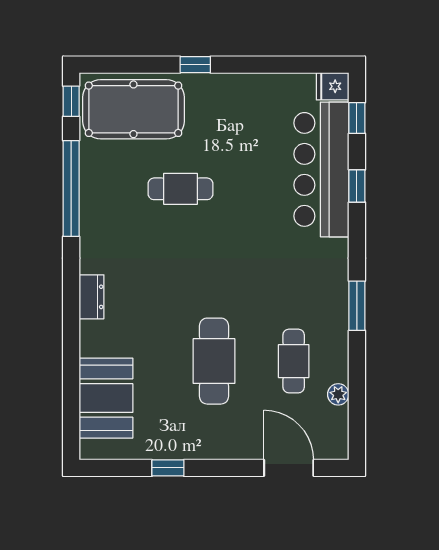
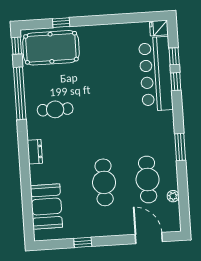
window: (195, 65) -> (61, 23), moved
window: (357, 118) -> (174, 56), moved
cafe table: (180, 189) -> (55, 109), moved
cafe table: (294, 361) -> (148, 179), width x1.37, depth x1.35

